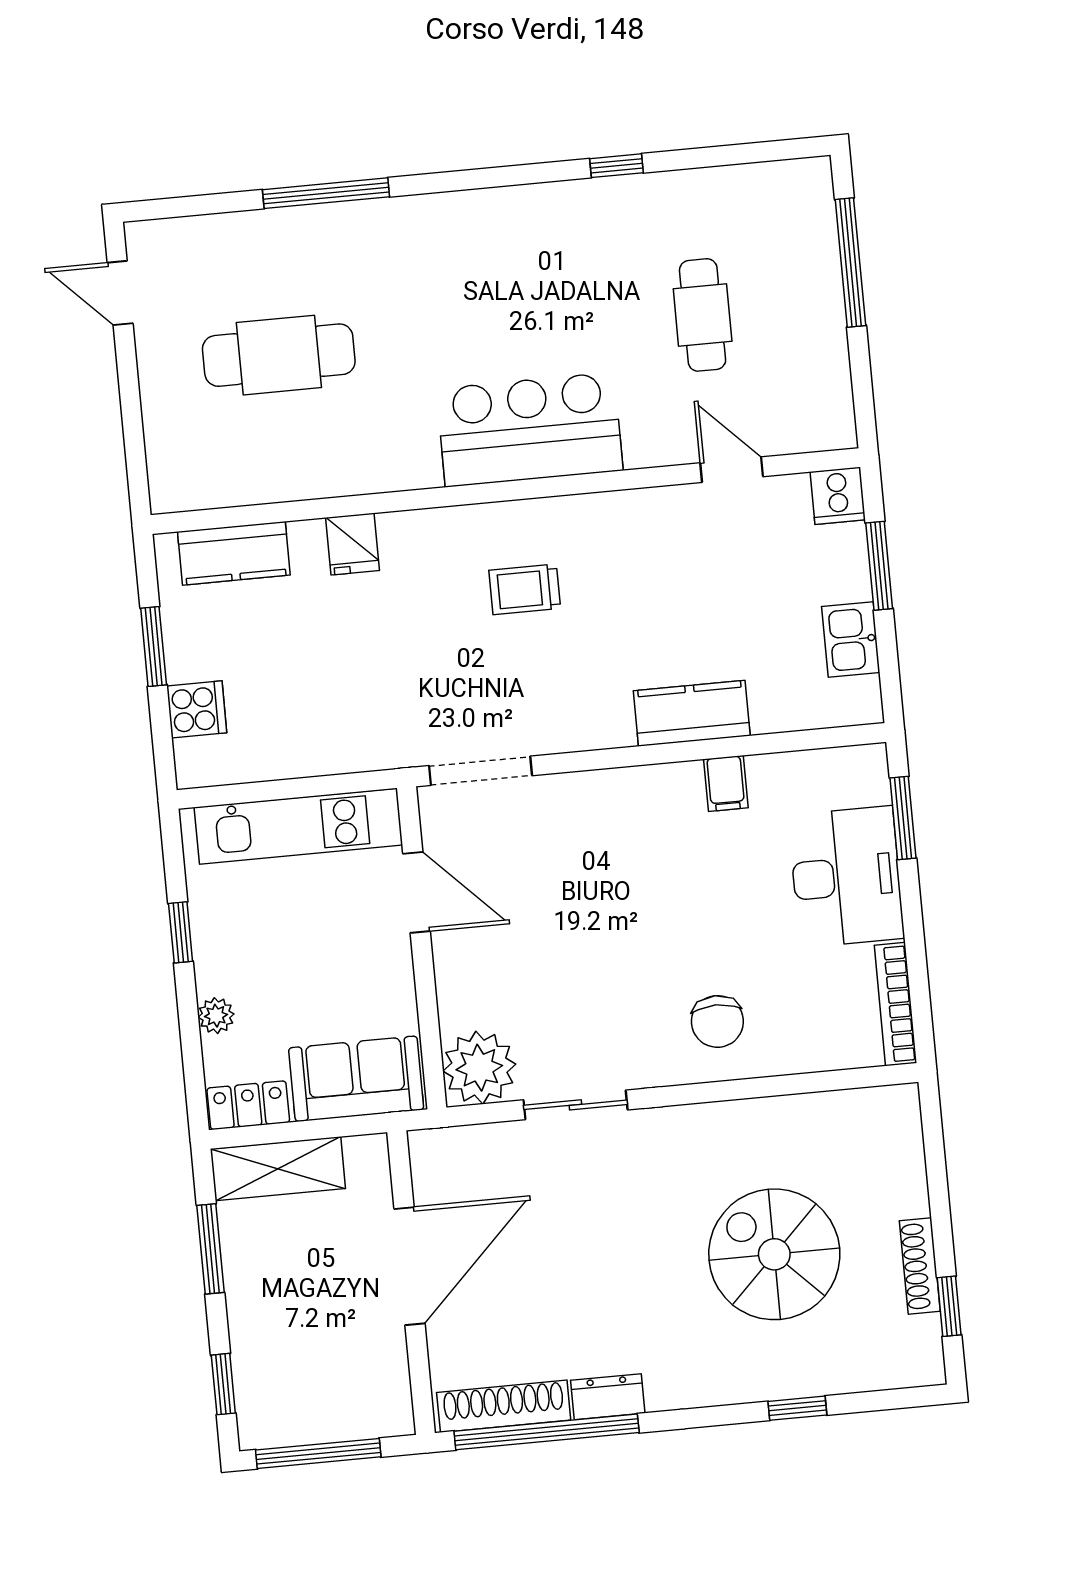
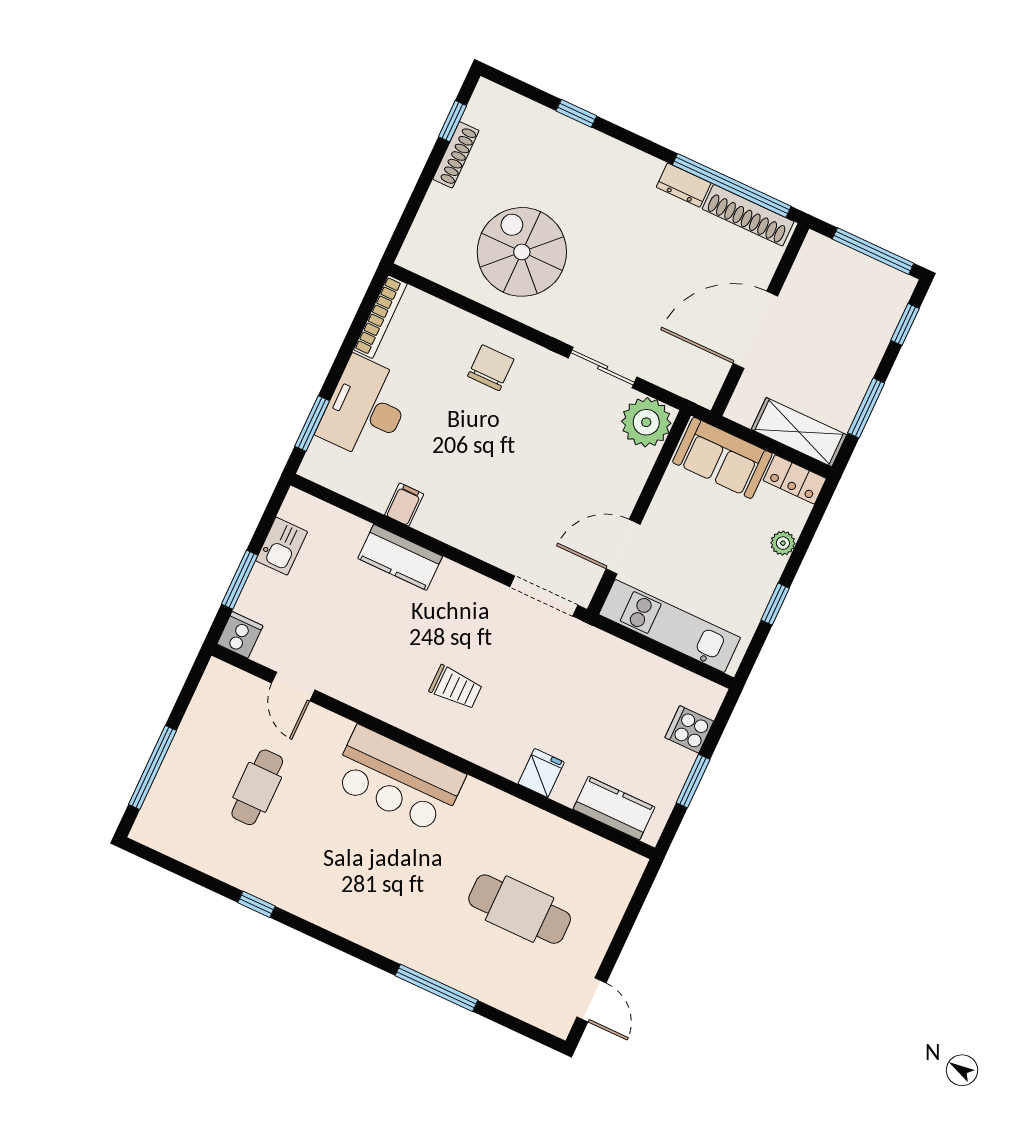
door: (416, 892) -> (623, 547), hinge flipped
spiral stairs: (774, 1254) -> (522, 252), moved, turned 180

